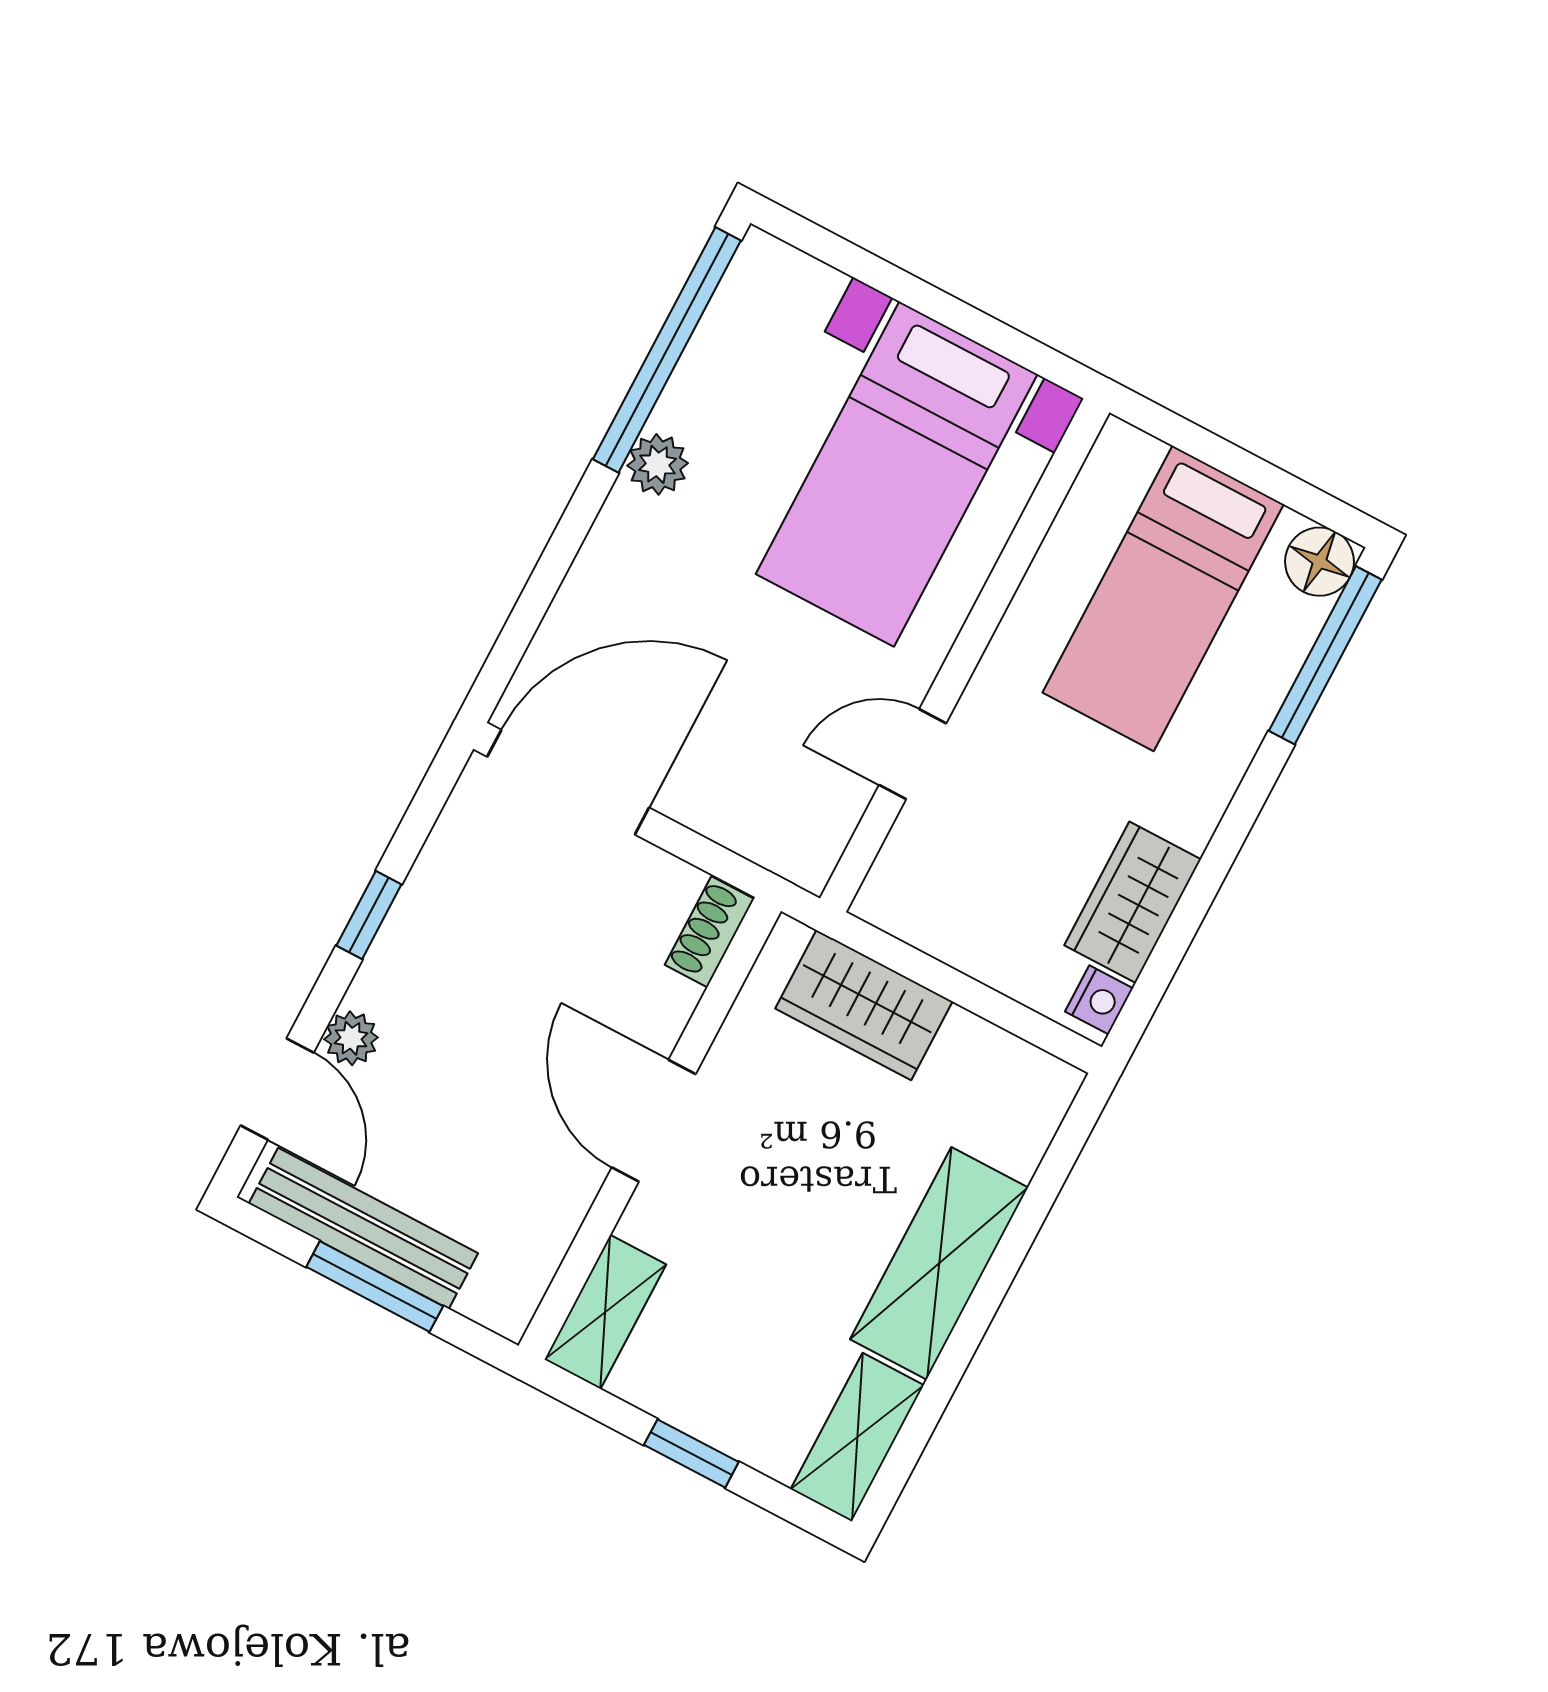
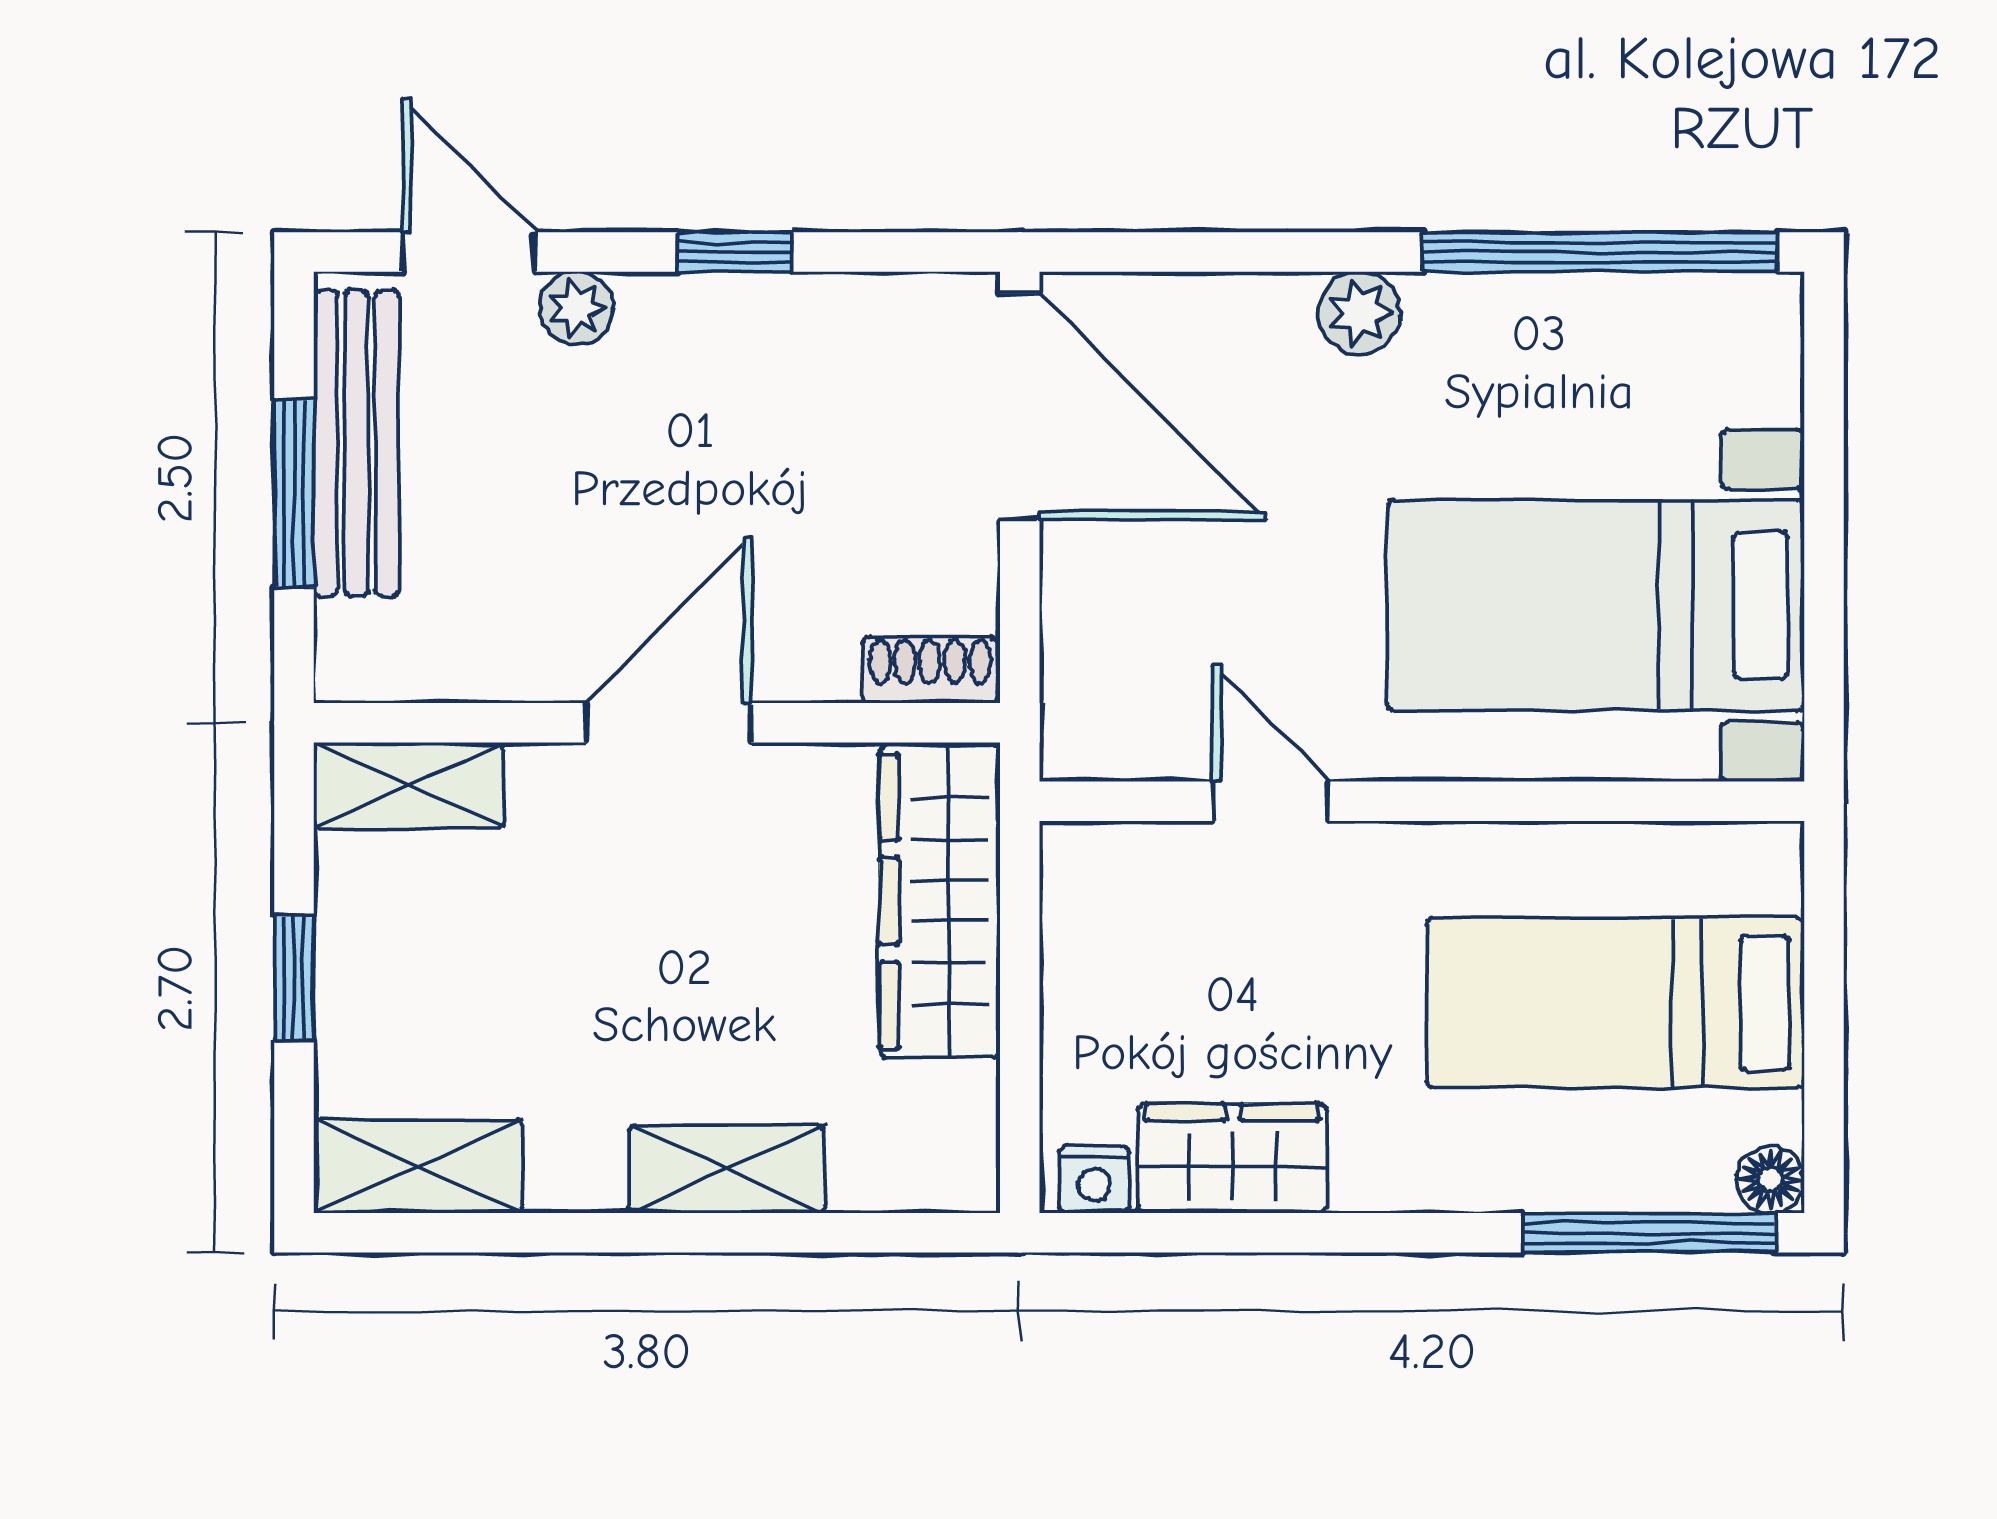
plant: (657, 464) -> (1360, 313), moved
floor lamp: (1319, 562) -> (1771, 1179), width x0.73, depth x0.73
wardrobe: (864, 1005) -> (940, 901), width x1.50
door: (277, 1089) -> (469, 252), swing flipped
shelving: (939, 1263) -> (727, 1169), width x0.67, depth x0.75

